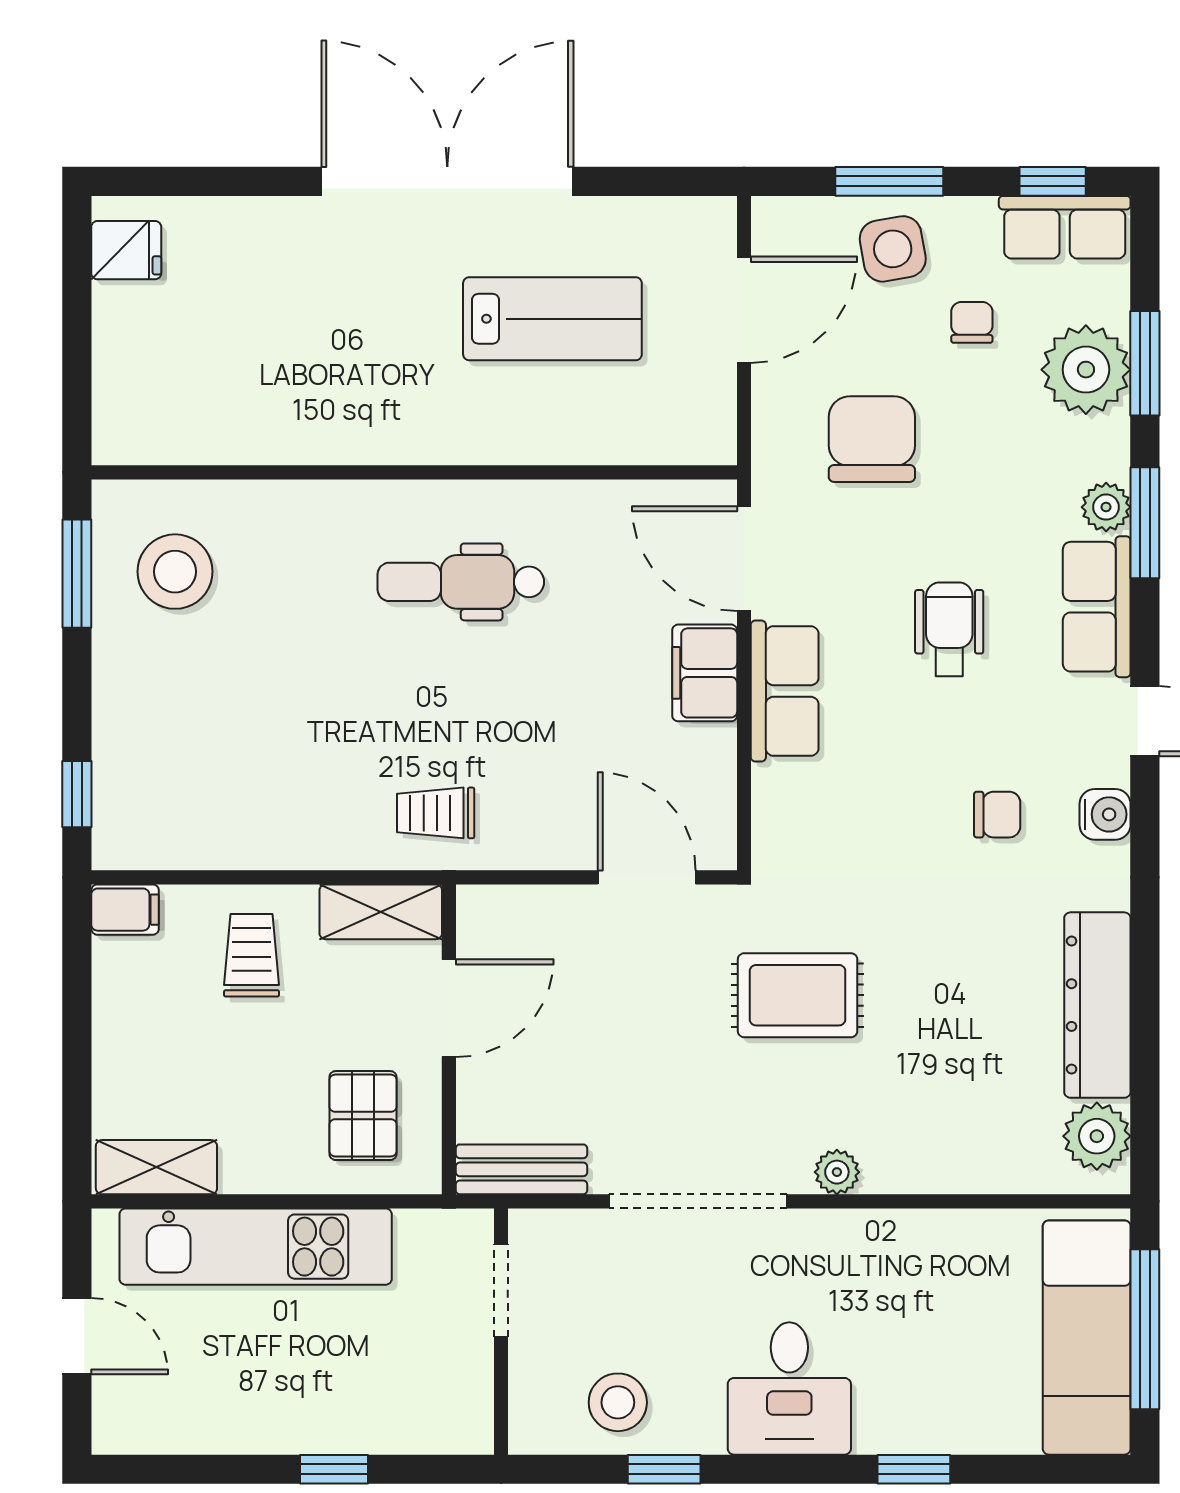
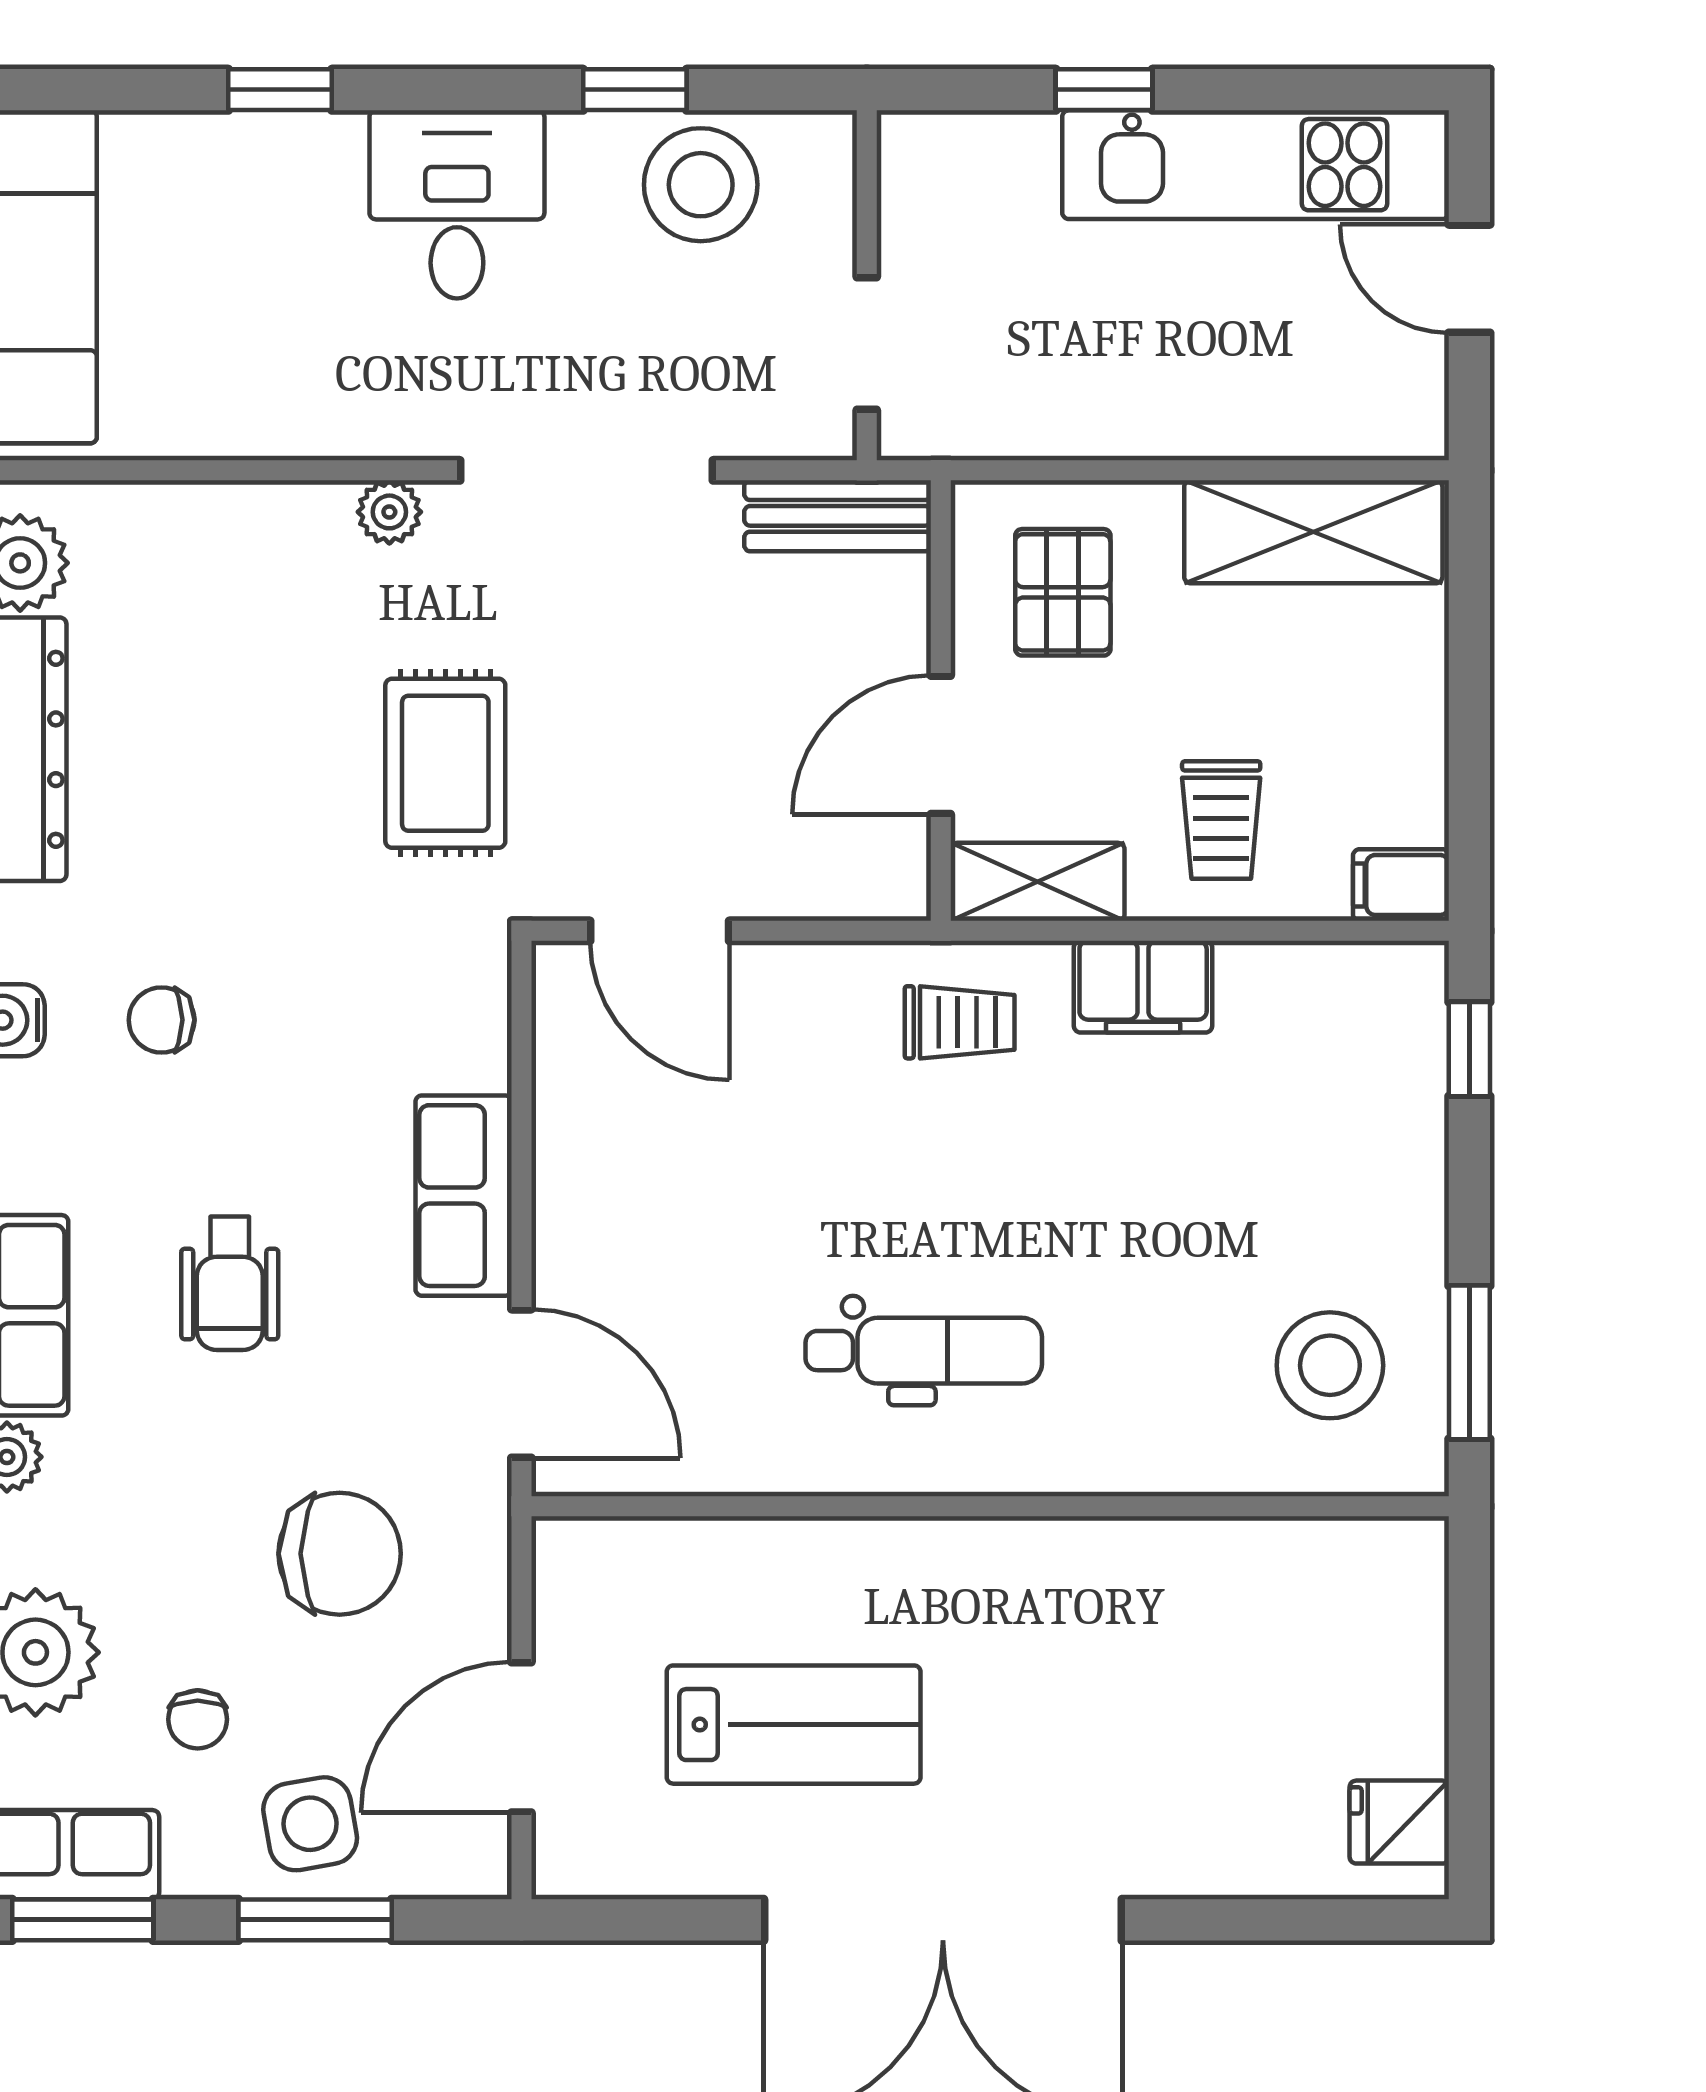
window: (1053, 181) -> (83, 1920), width x1.50
lab bench: (552, 319) -> (794, 1725), turned 180
chair: (872, 439) -> (340, 1554), turned -90
filing cabinet: (705, 673) -> (1143, 987), moved, turned 90
rug: (798, 995) -> (445, 763), turned 90
shelving: (156, 1167) -> (1313, 532), width x1.50, depth x1.33
kitchen unit: (256, 1247) -> (1256, 165), moved, turned 180
stool: (618, 1402) -> (701, 185), width x1.38, depth x1.38

